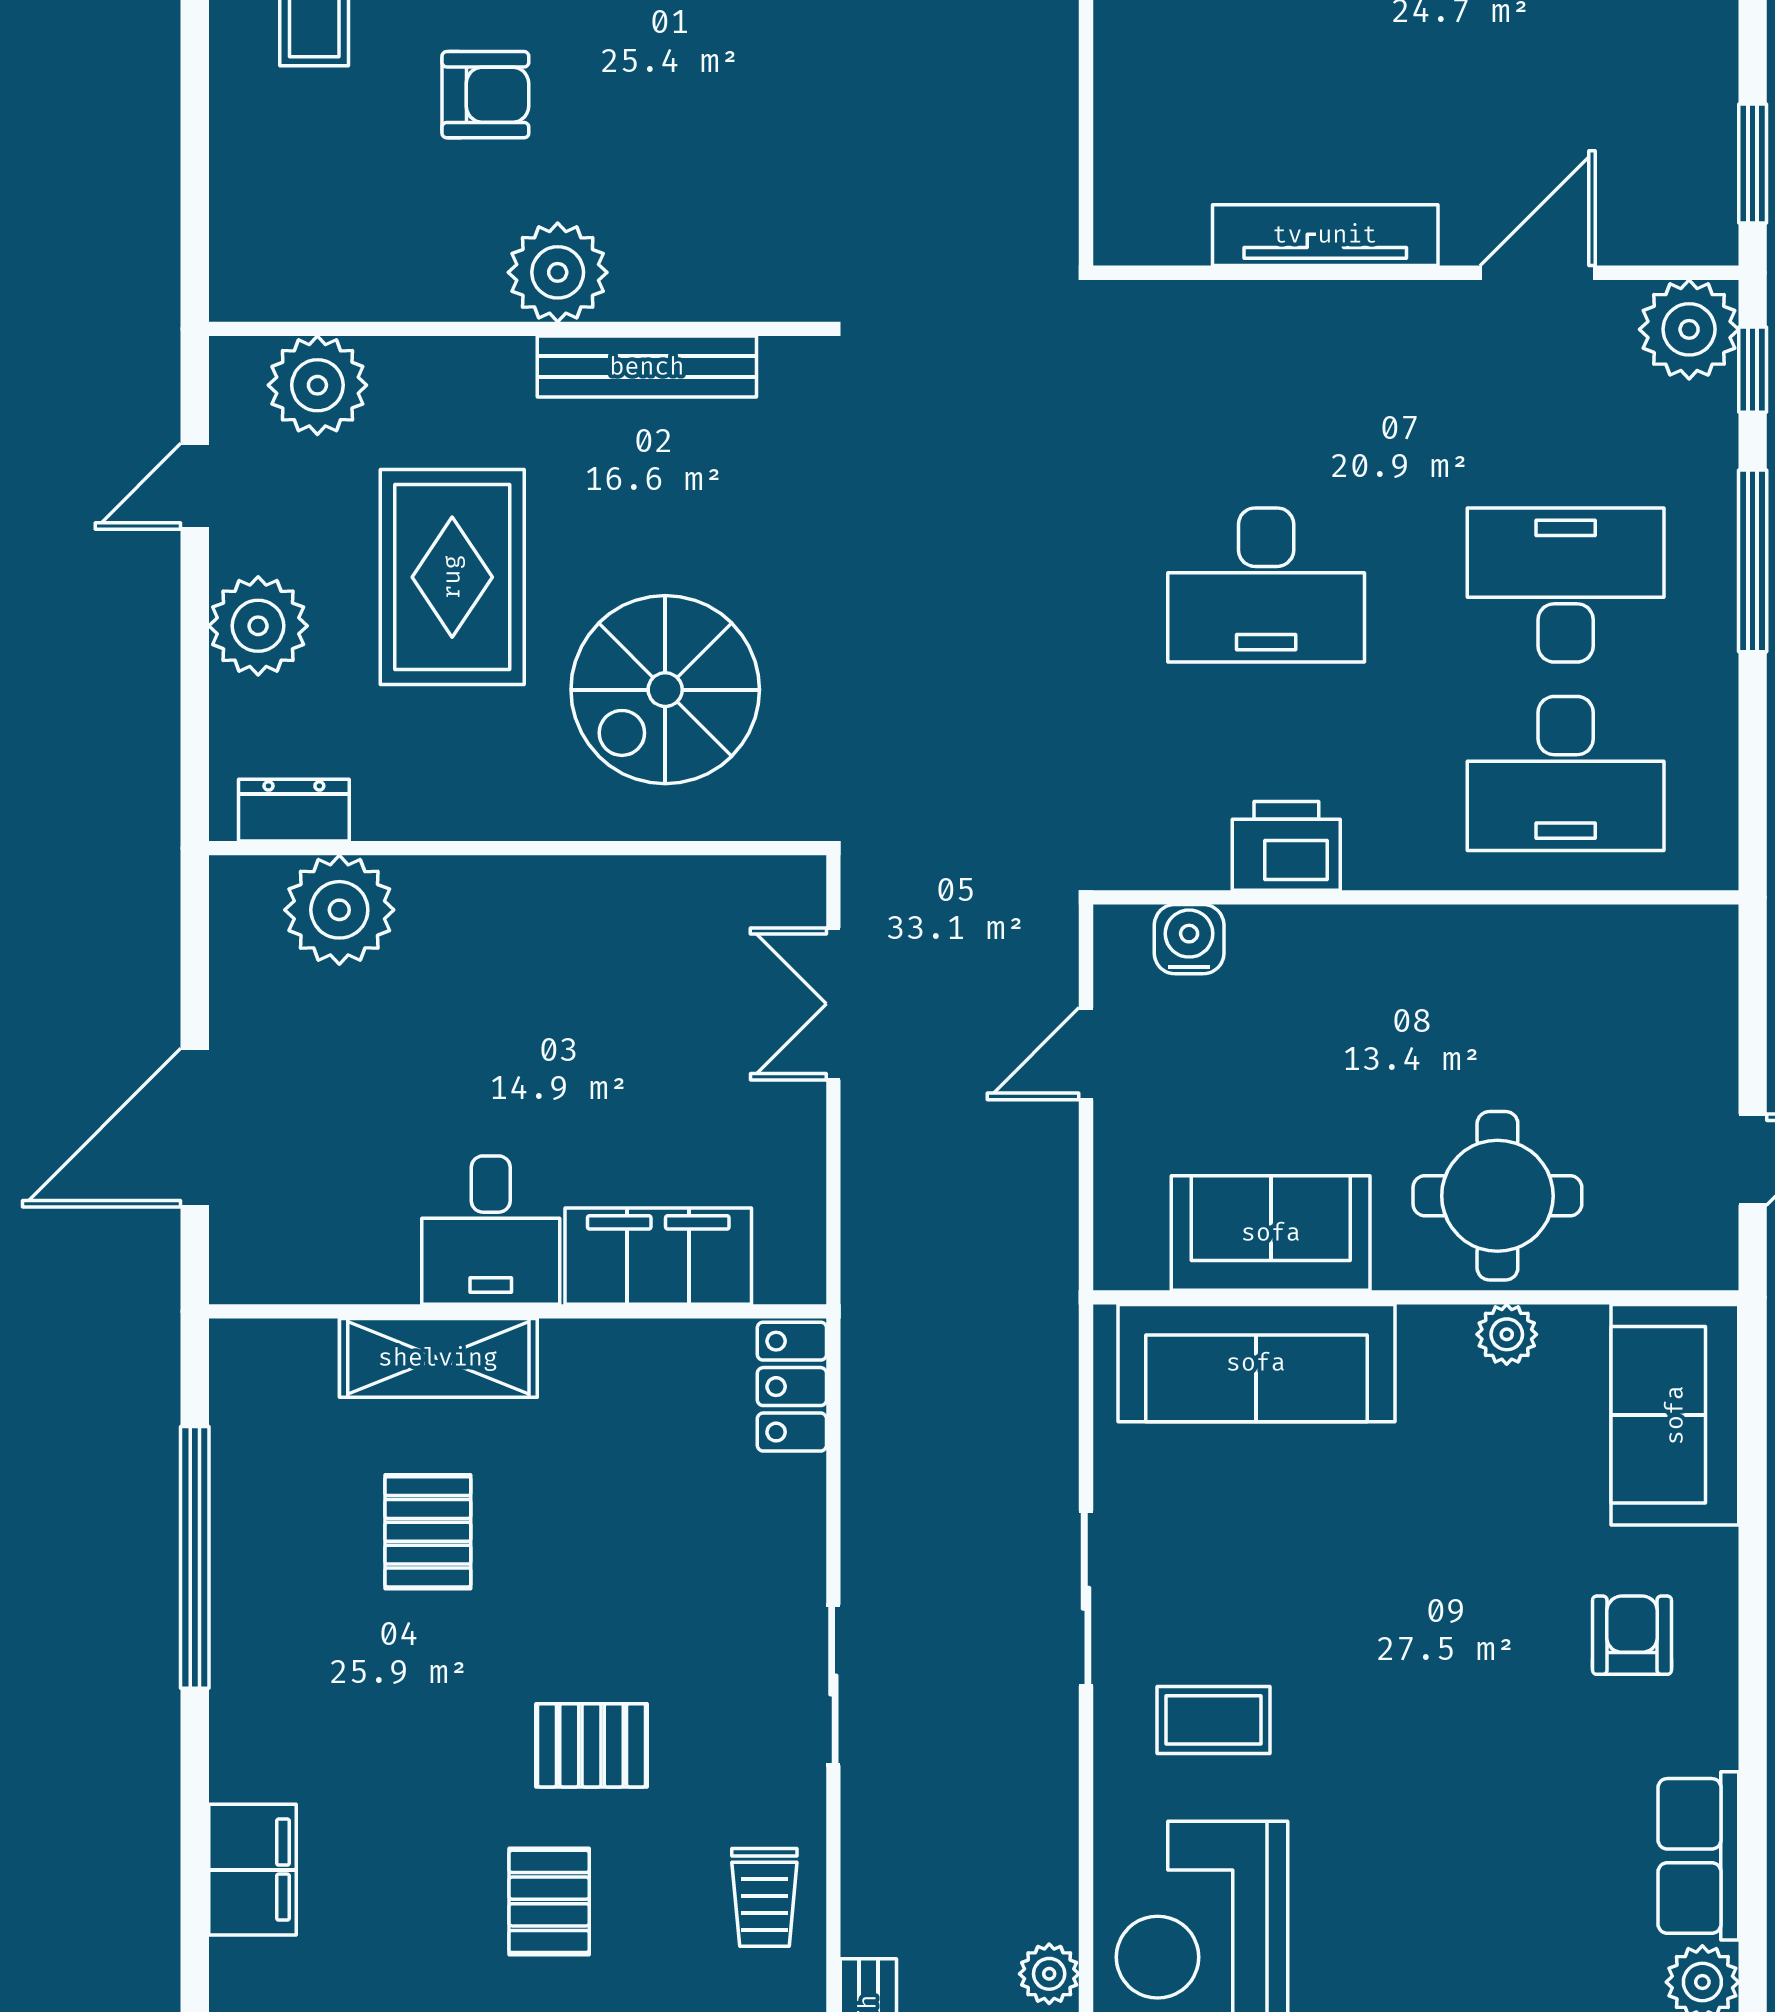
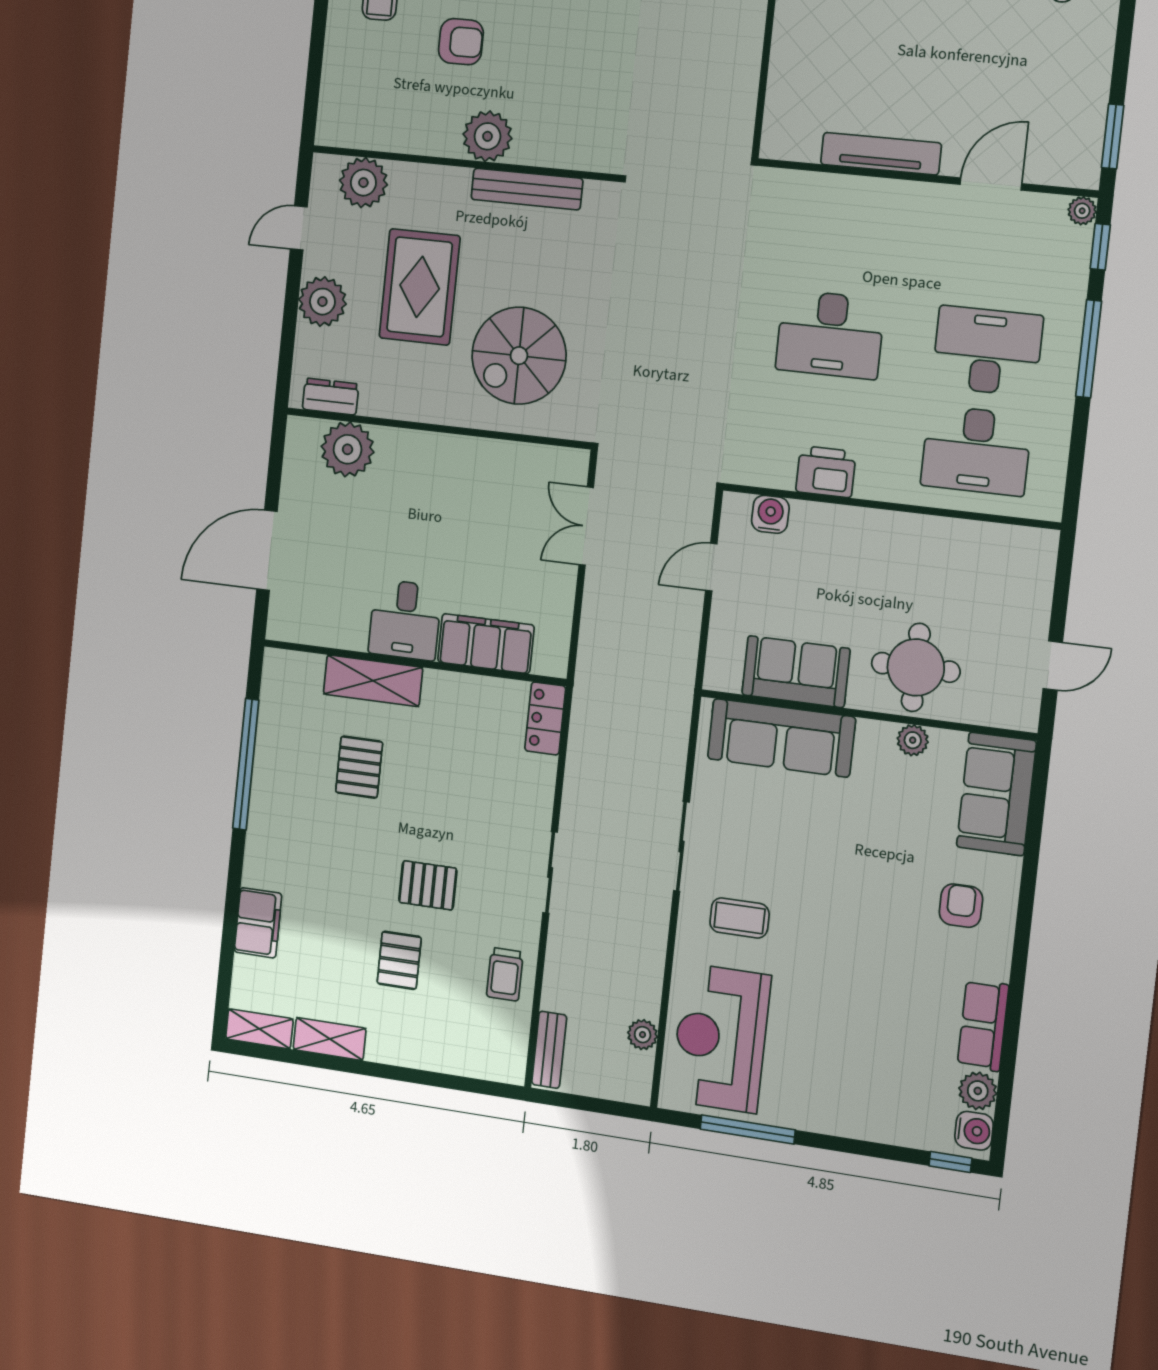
plant: (1689, 329) -> (1082, 211), width x0.53, depth x0.53

